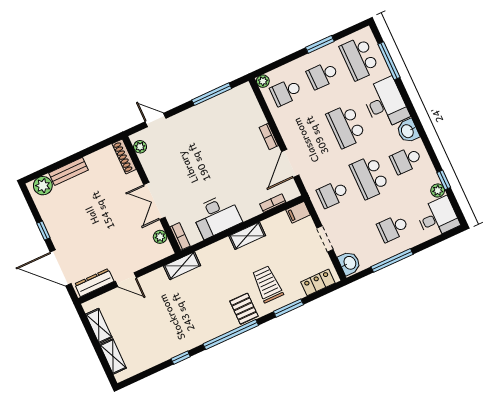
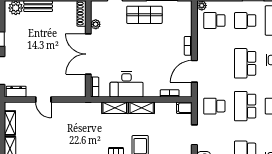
shop shelf: (200, 123) -> (144, 15), added
plant: (140, 147) -> (96, 24), moved
double door: (154, 201) -> (88, 54), width x1.37
plant: (160, 237) -> (81, 81), removed
shelving: (182, 266) -> (115, 108), moved
dresser: (94, 283) -> (16, 92), width x0.70

